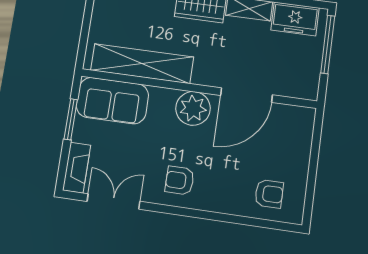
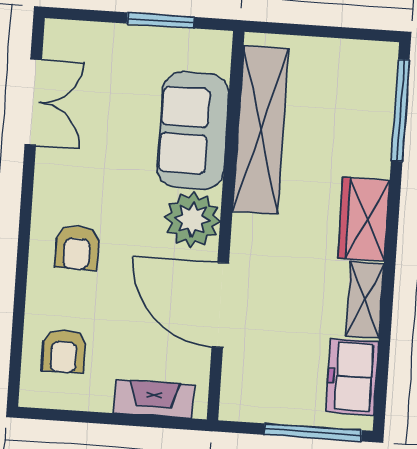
sofa: (112, 101) -> (193, 131), moved
fireplace: (77, 168) -> (154, 399), moved, turned 180
armchair: (180, 180) -> (77, 248), moved, turned 180

